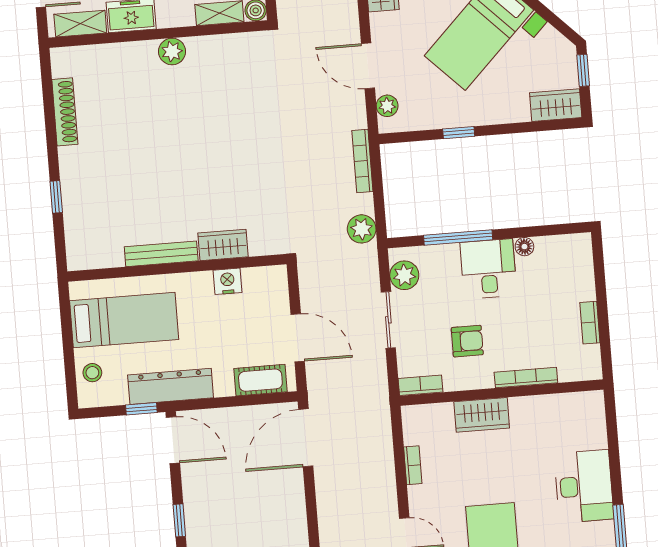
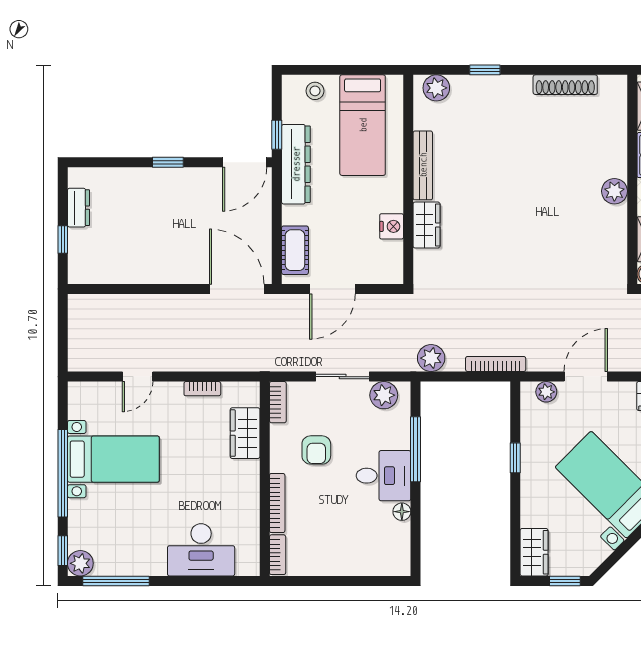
plant: (79, 246) -> (436, 88), added
bookcase: (590, 323) -> (278, 555), moved, turned 90
wardrobe: (482, 415) -> (245, 433), moved
desk: (584, 486) -> (201, 550), moved

